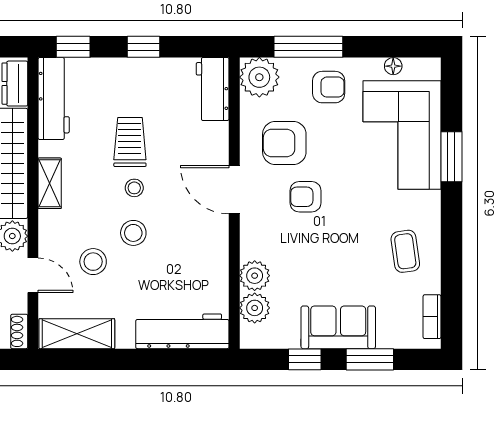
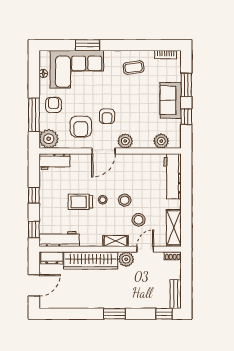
shelving: (50, 183) -> (116, 241), moved
plant: (255, 276) -> (125, 141), moved

